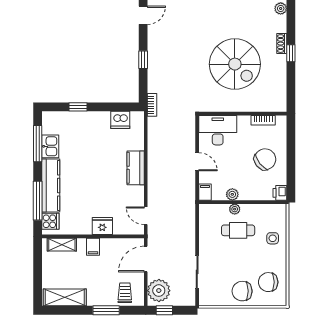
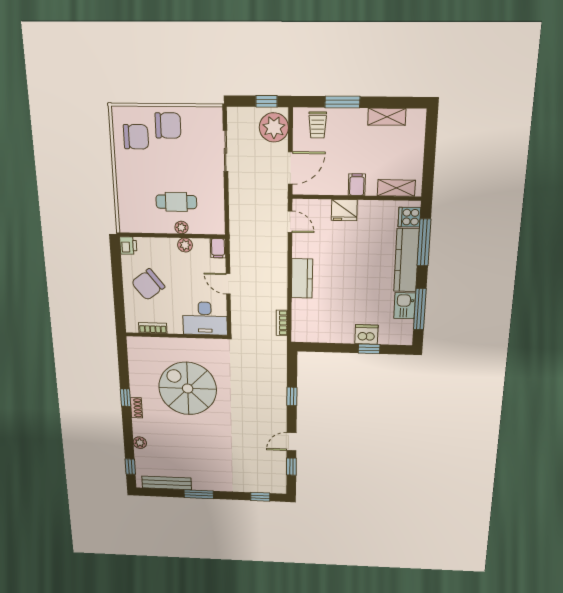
bookcase: (152, 105) -> (282, 323), moved
dishwasher: (120, 120) -> (366, 334), moved
side table: (273, 238) -> (134, 191), removed
shelving: (65, 297) -> (387, 117), width x0.67, depth x0.75

